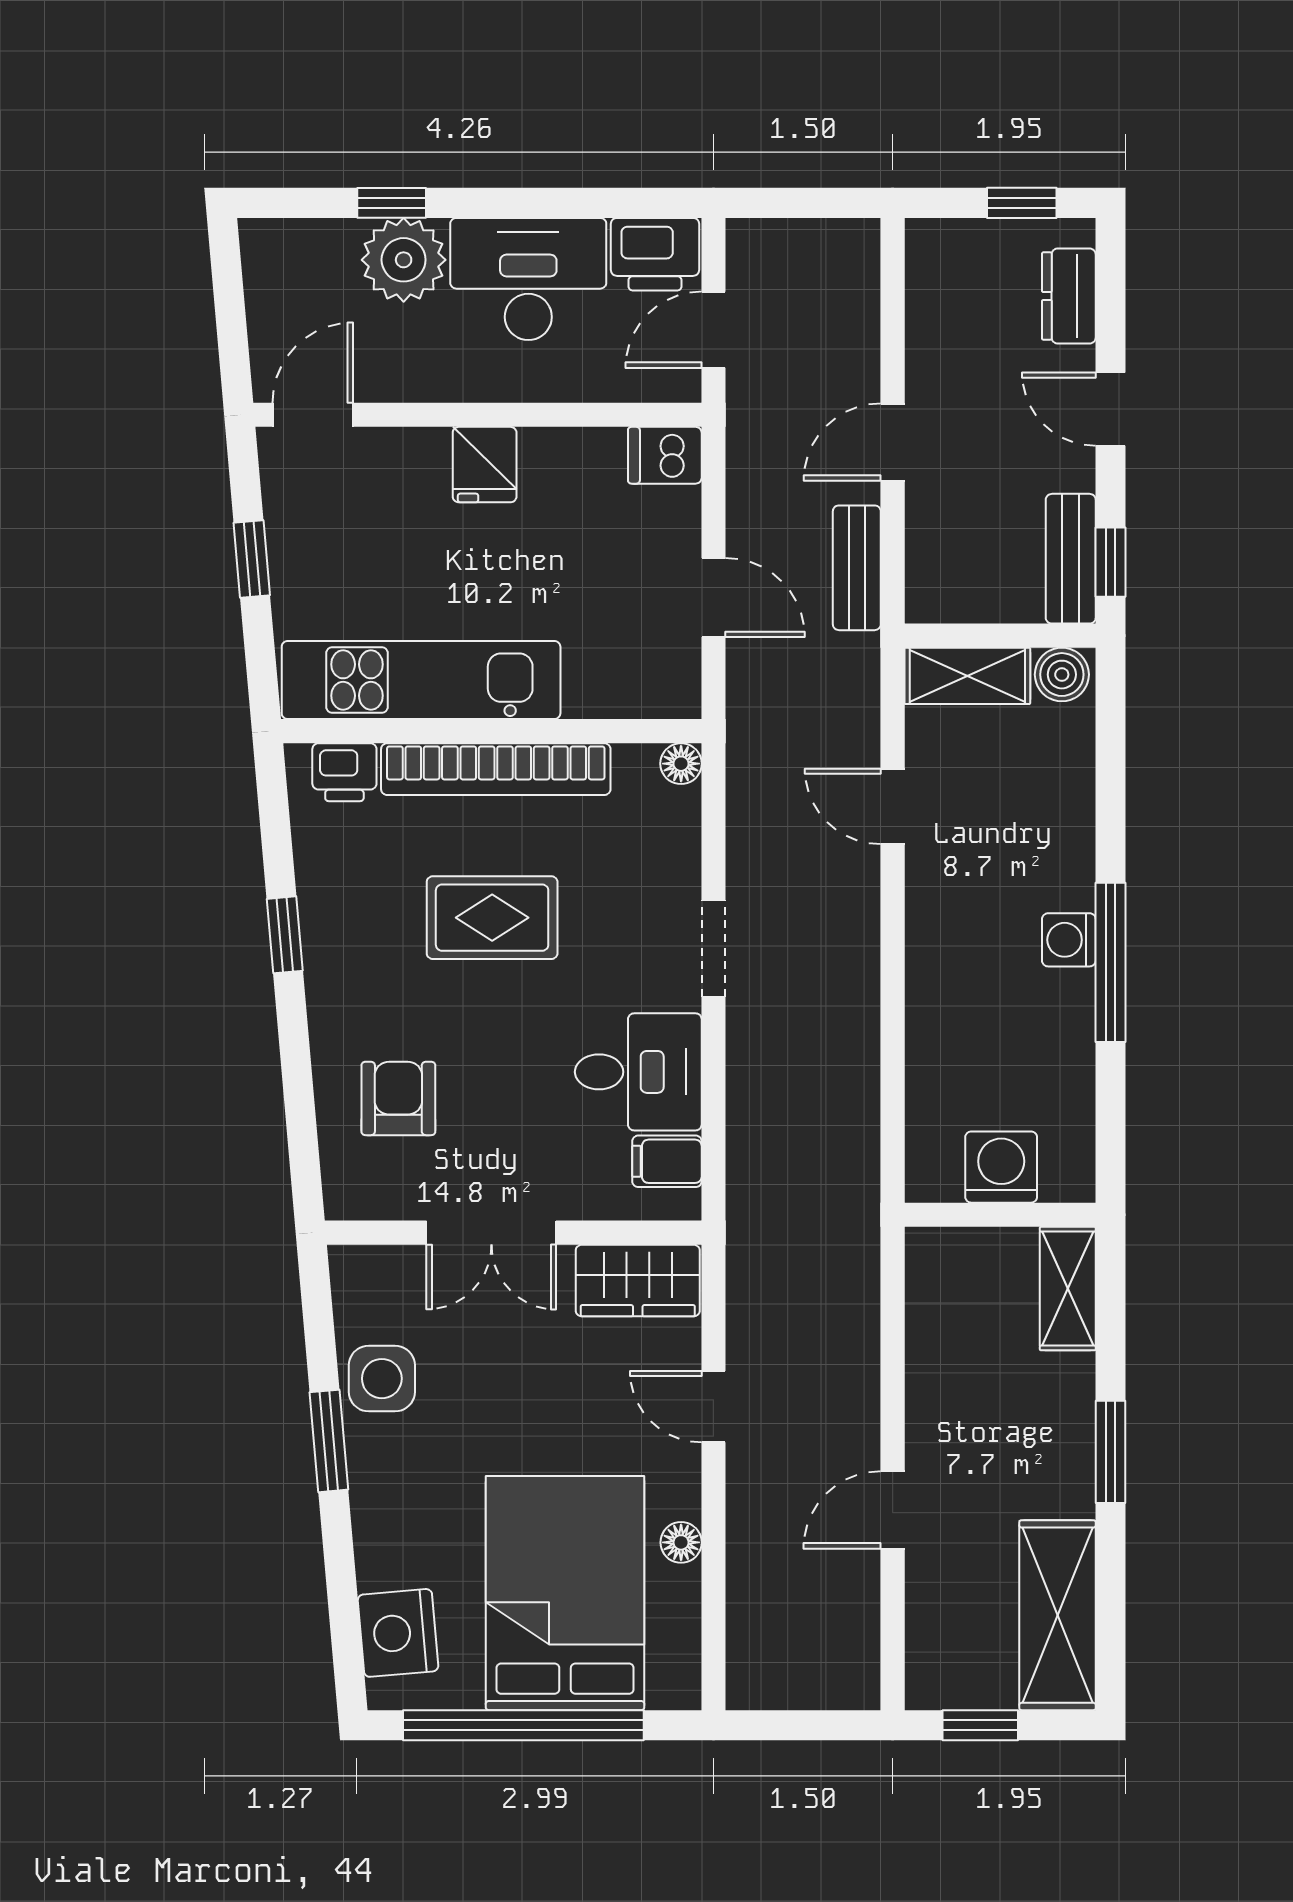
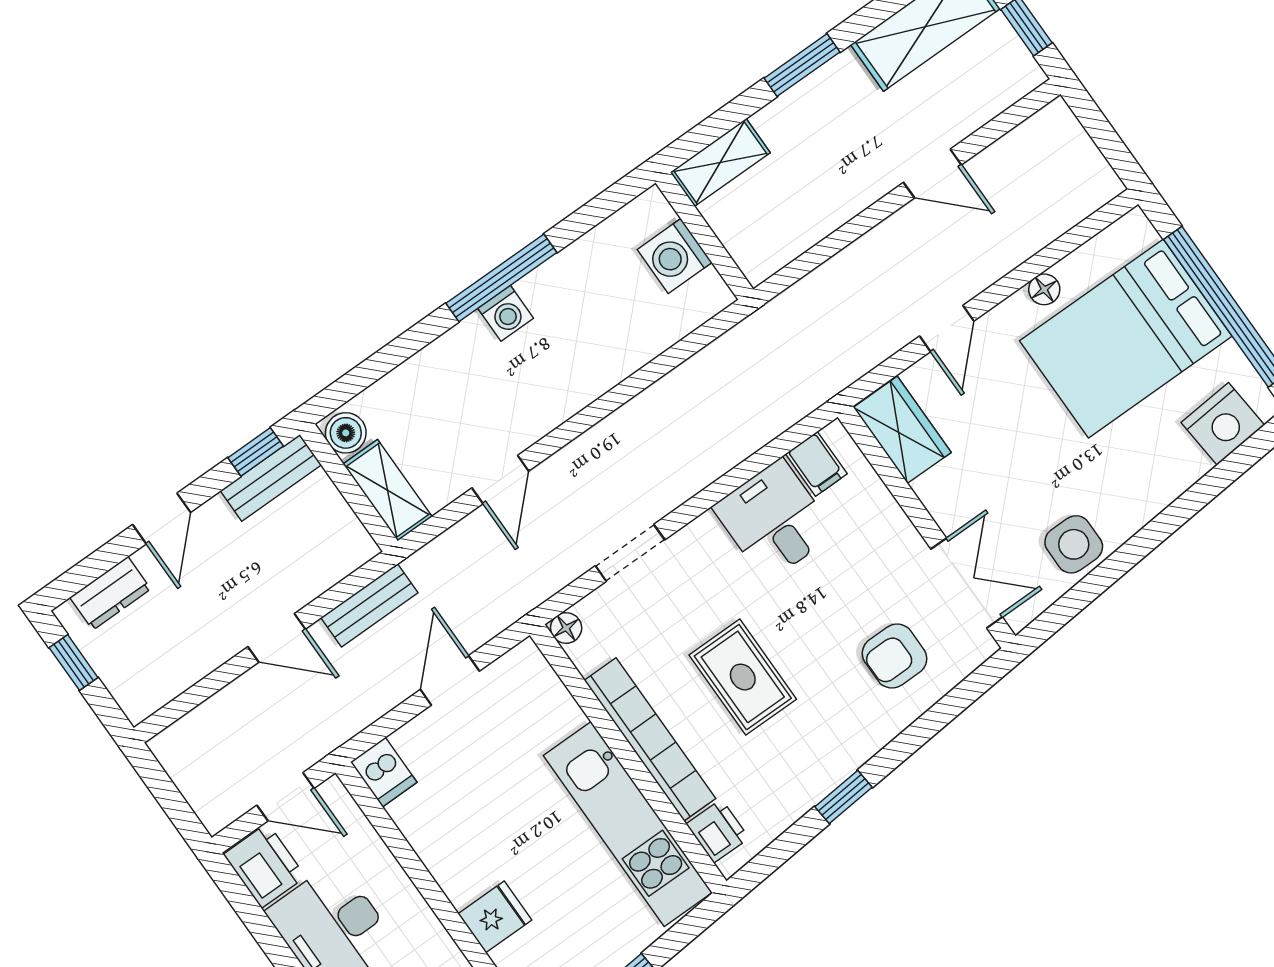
fridge: (485, 465) -> (495, 917), moved
doorway: (713, 948) -> (630, 553), moved
double door: (491, 1233) -> (967, 583), moved
window: (329, 1441) -> (1135, 550), removed

